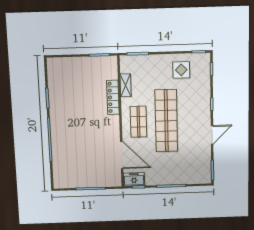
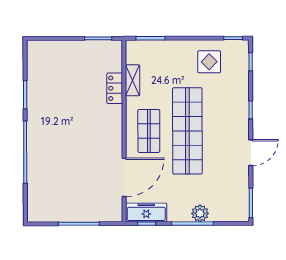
locker: (113, 97) -> (115, 88), width x0.66
door: (122, 155) -> (124, 177), hinge flipped
freezer: (134, 179) -> (146, 213), width x1.40
plant: (176, 179) -> (200, 213), added

